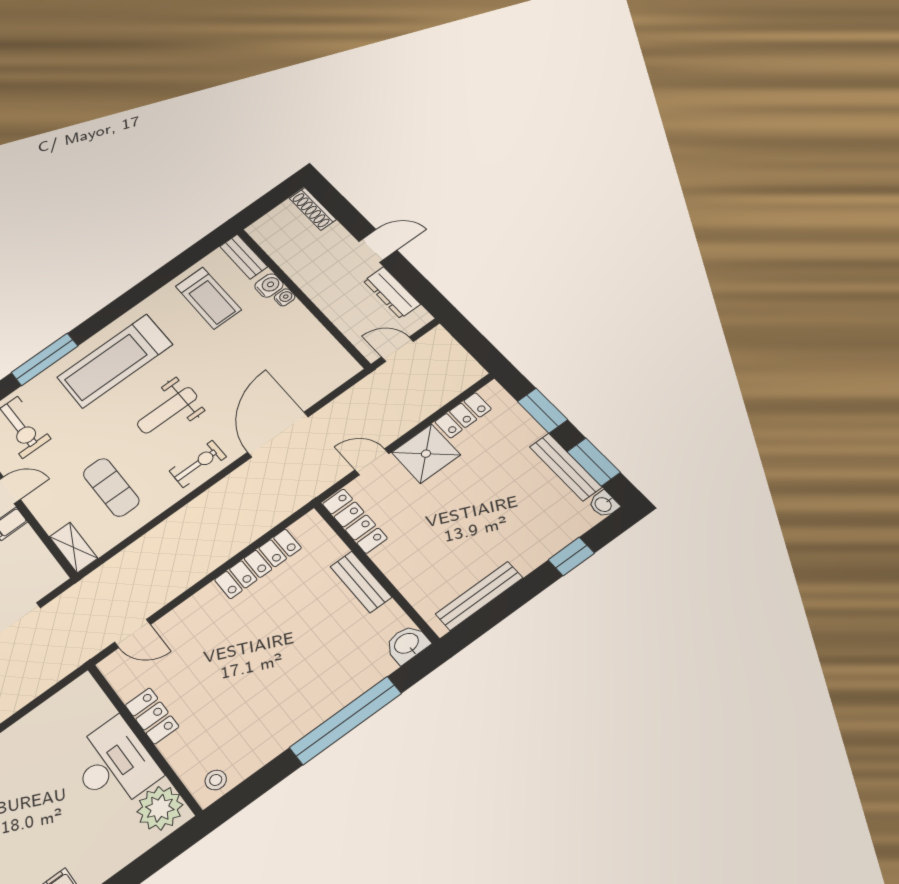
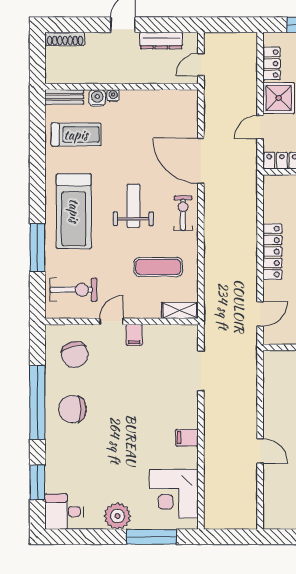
weight bench: (167, 410) -> (133, 206), turned 180
locker: (258, 564) -> (272, 252), moved

